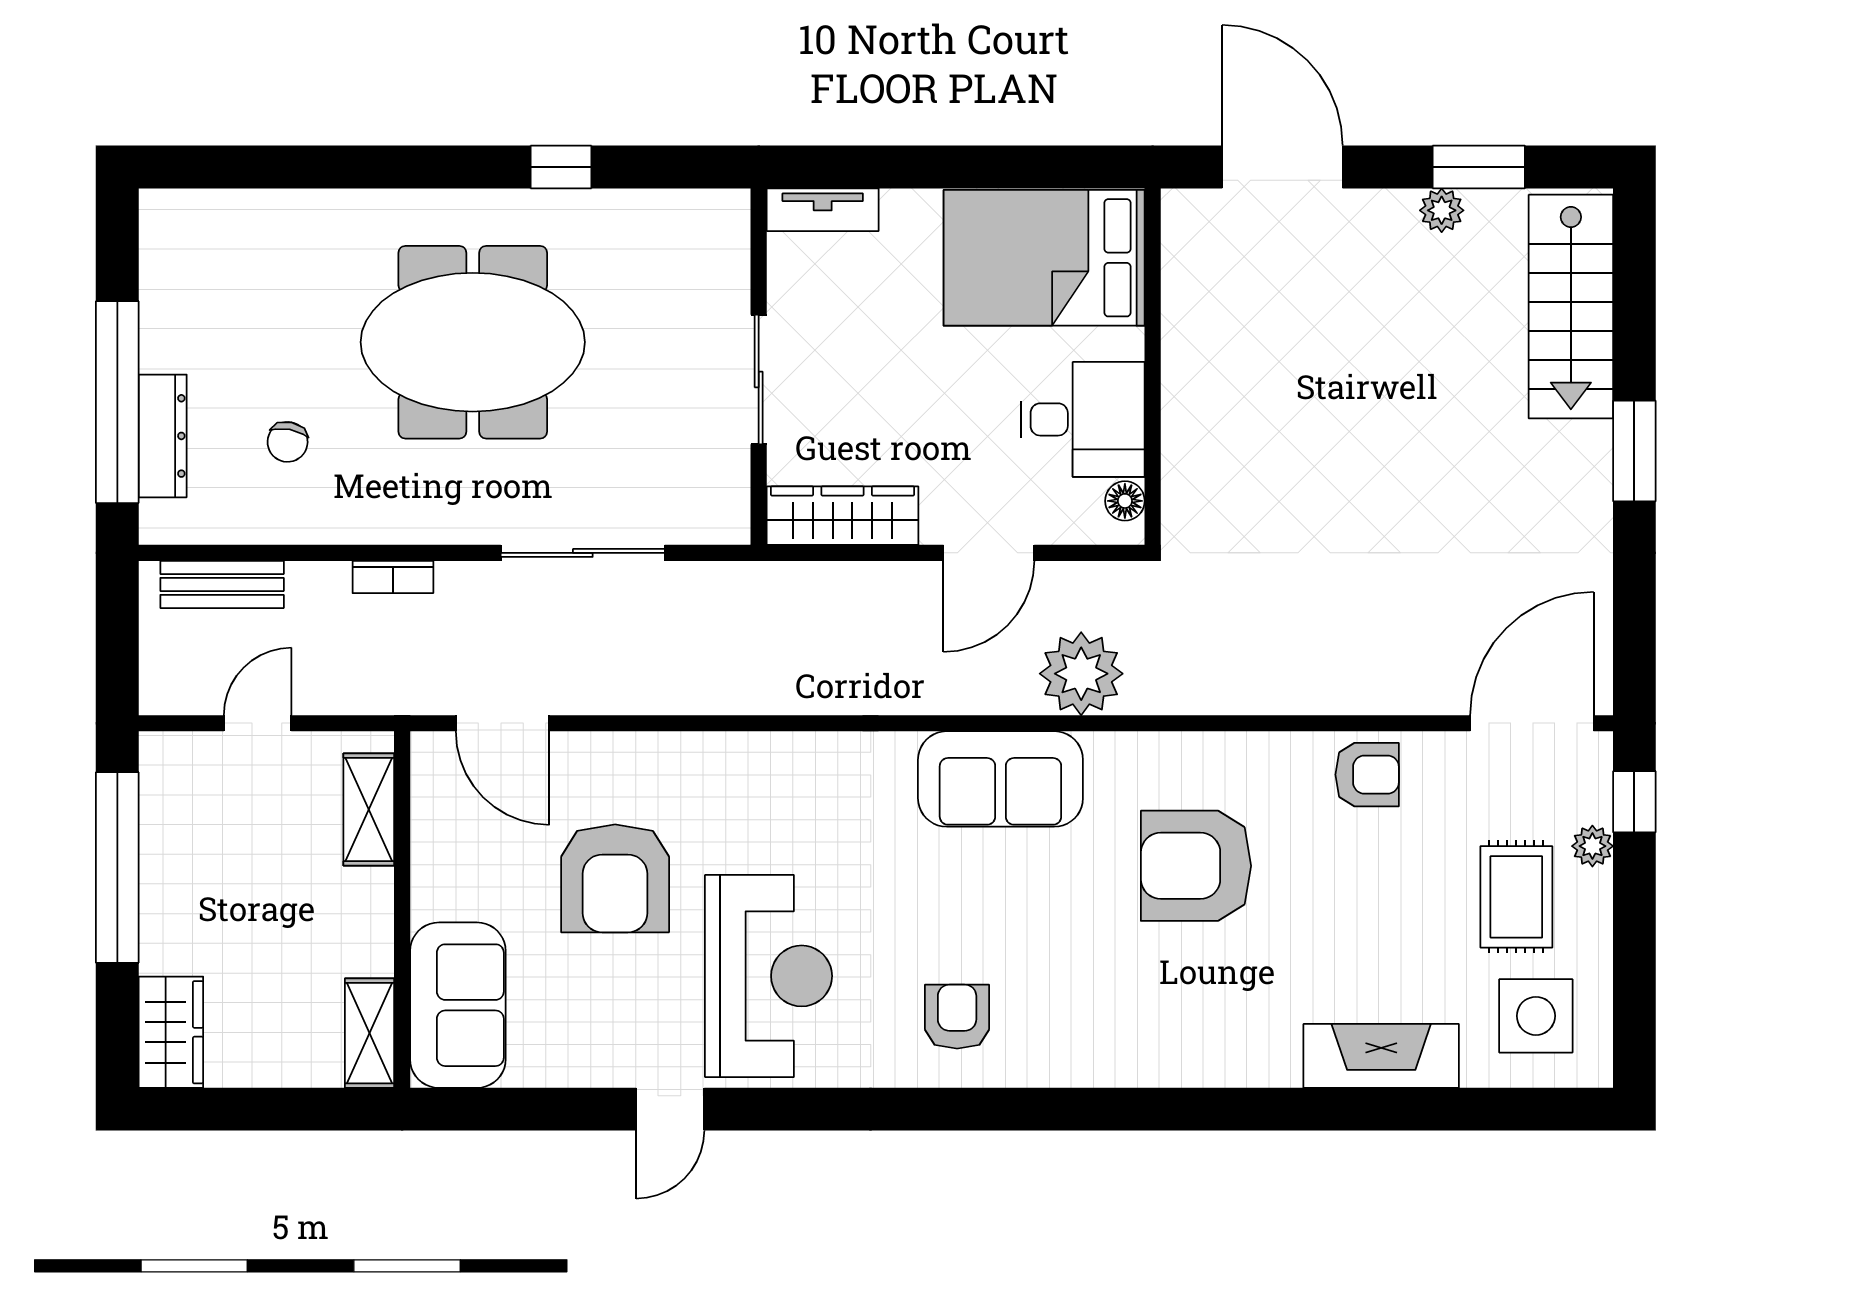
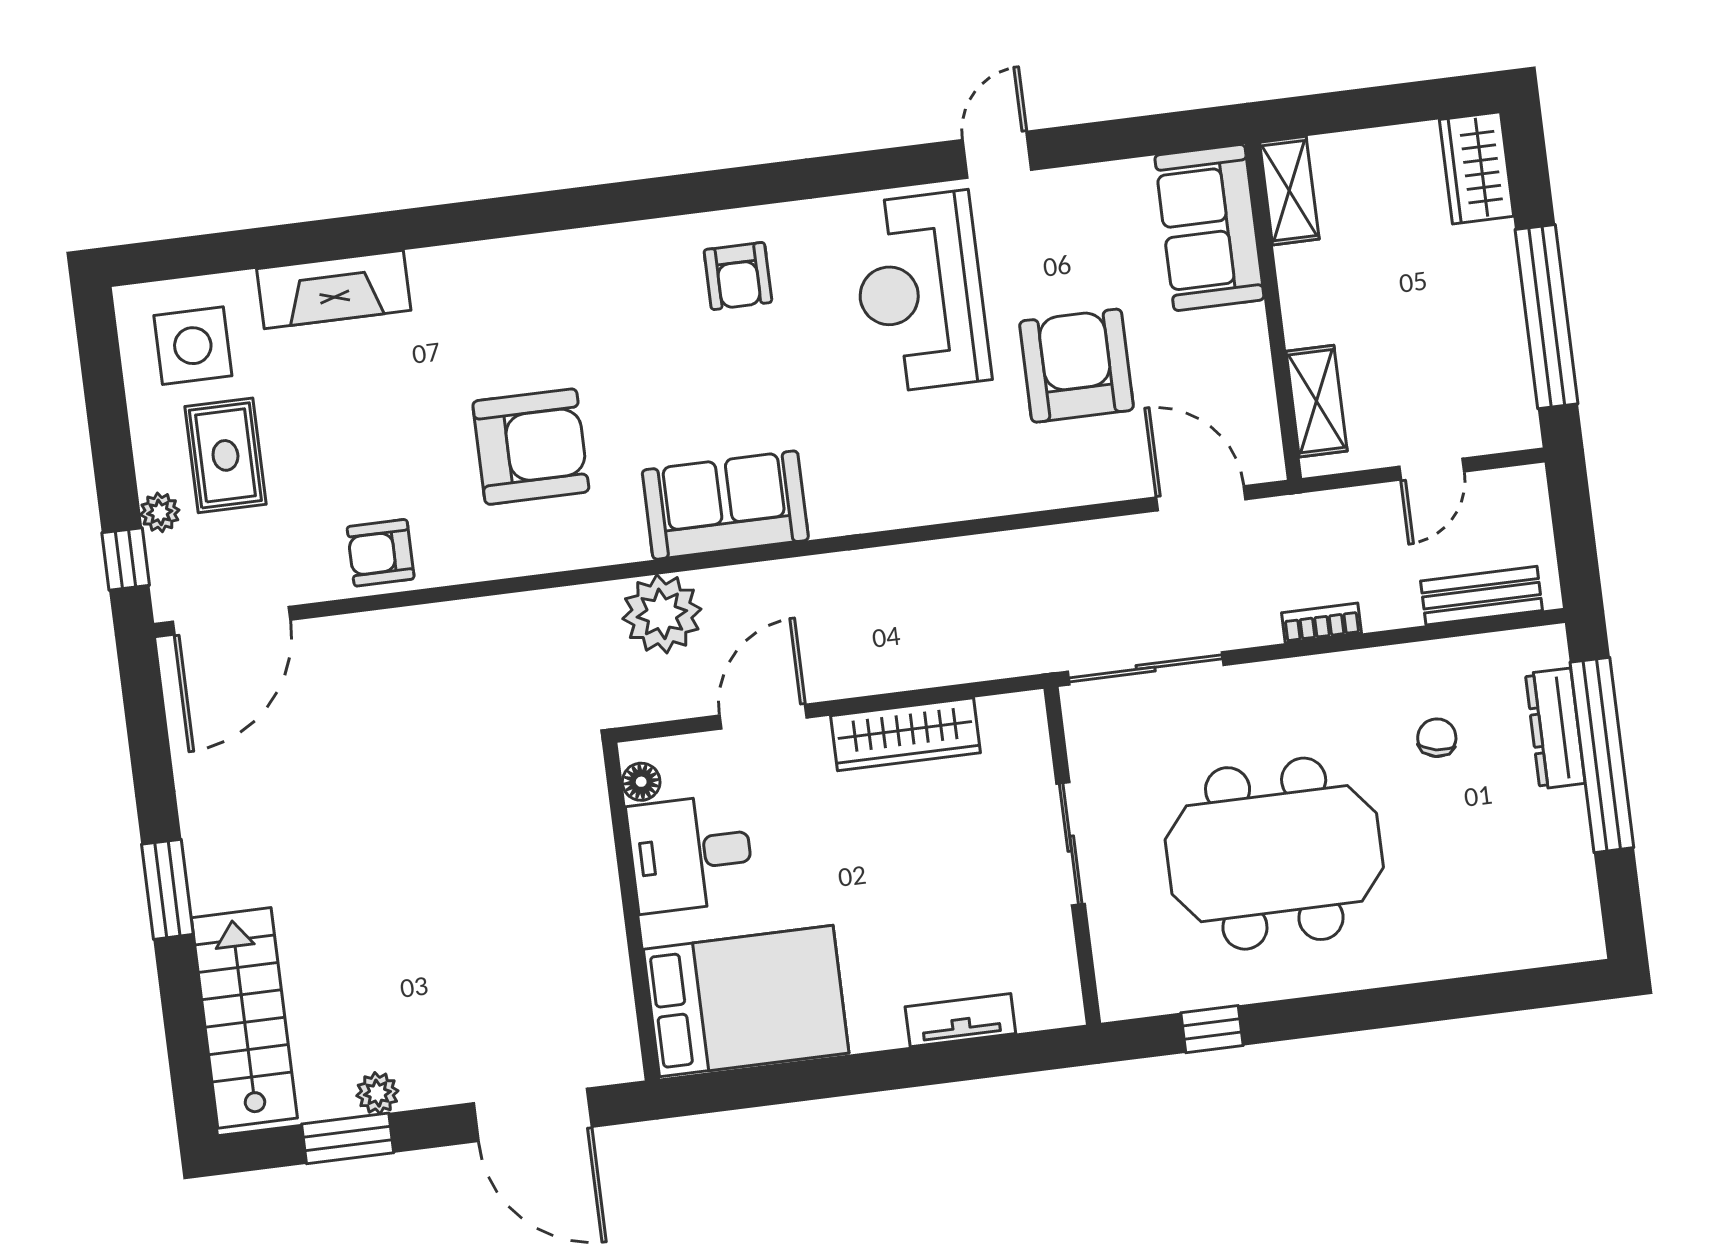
wall: (759, 367) -> (1072, 856), moved
sliding door: (759, 380) -> (1071, 844), moved

